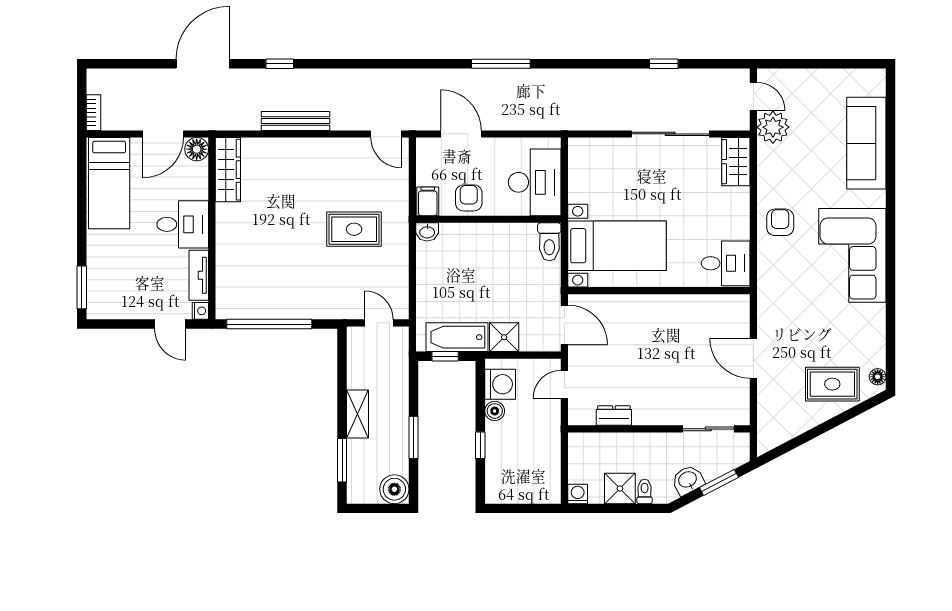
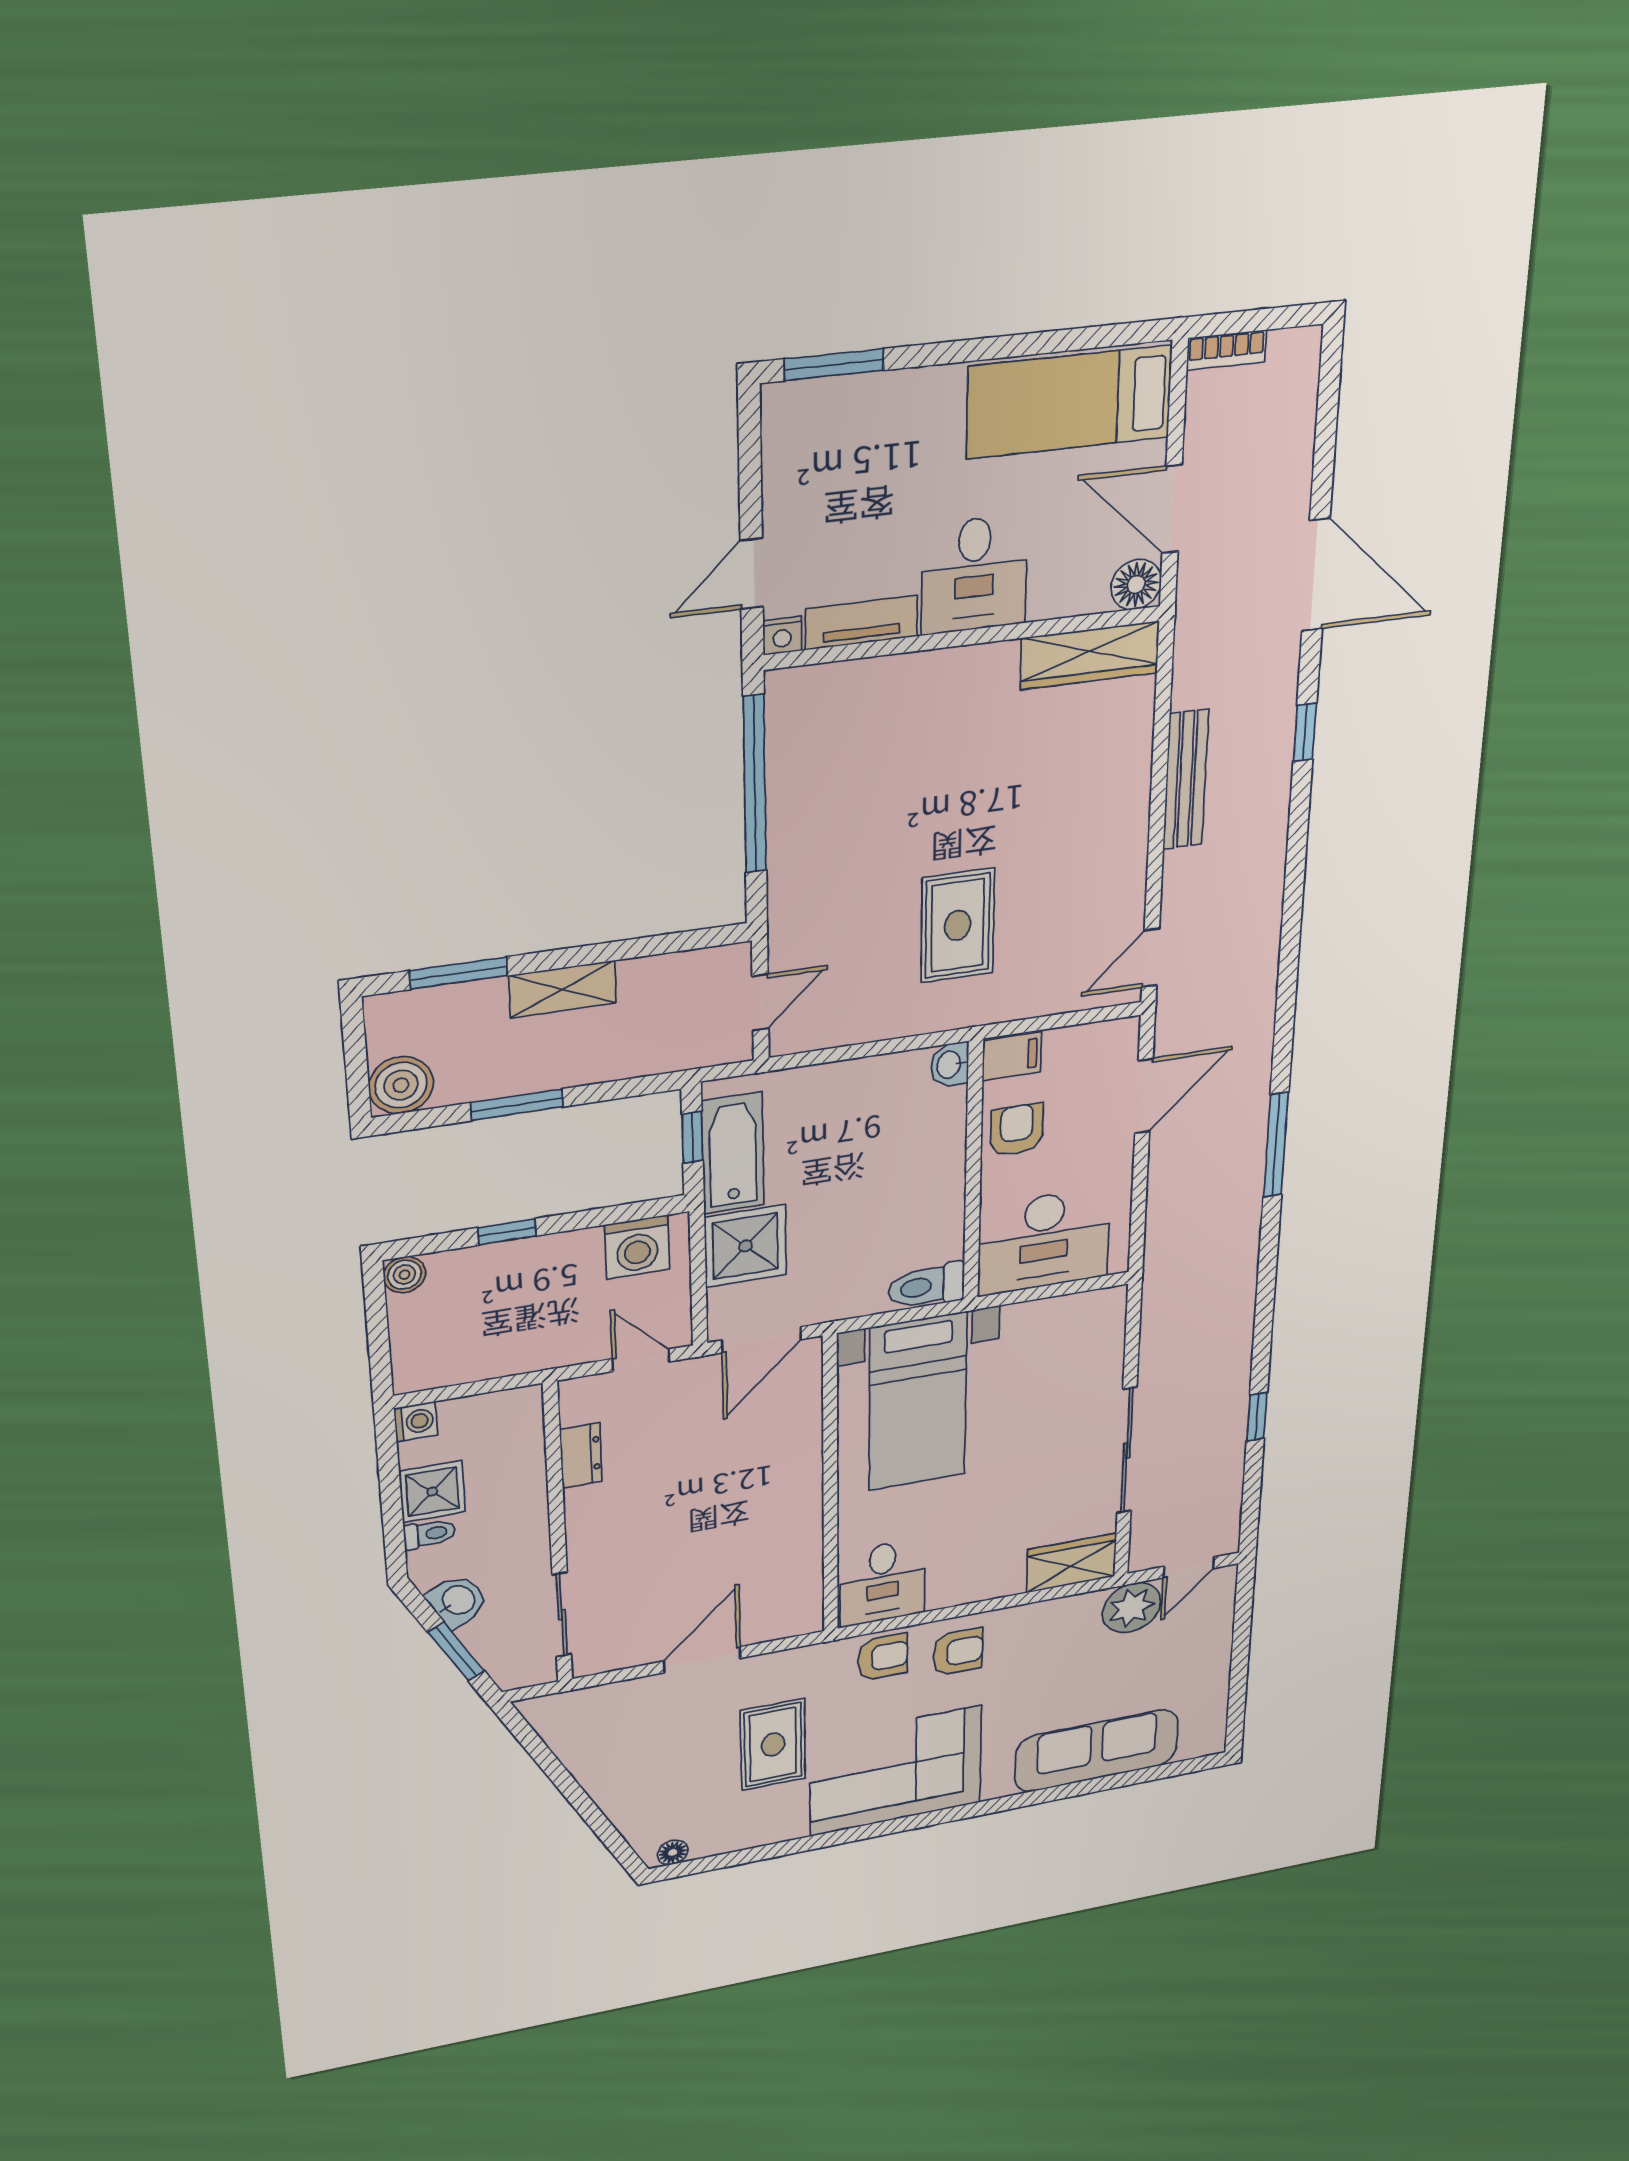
armchair: (469, 198) -> (1017, 1130), turned -90
armchair: (774, 263) -> (883, 1657), added
shower: (504, 337) -> (745, 1246), width x1.36, depth x1.36
rug: (832, 384) -> (773, 1745), moved
boiler: (495, 411) -> (404, 1275), moved

